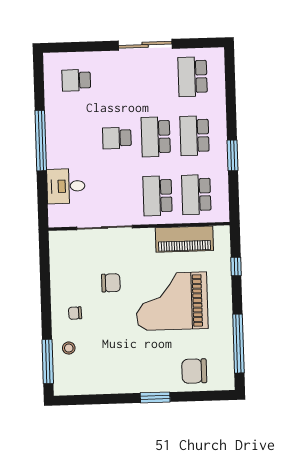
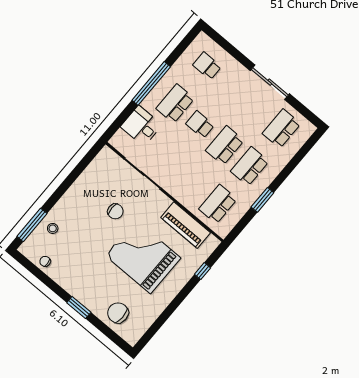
school desk: (158, 196) -> (175, 104), moved
chair: (75, 313) -> (45, 261), moved
window: (238, 344) -> (161, 320), removed

